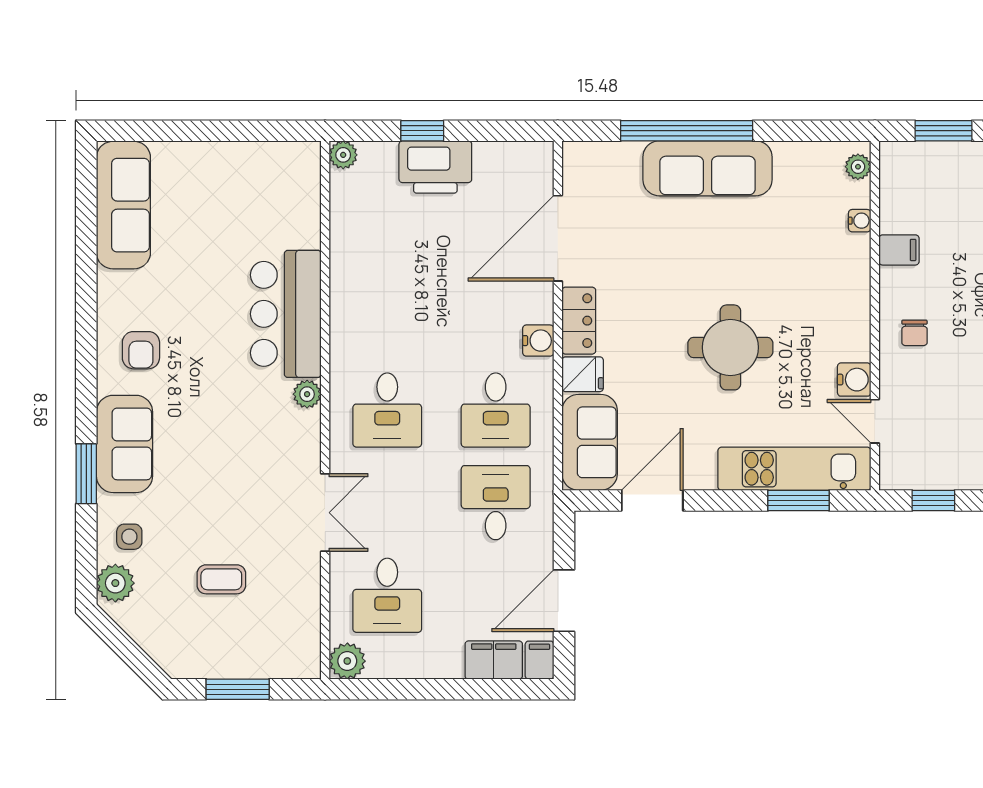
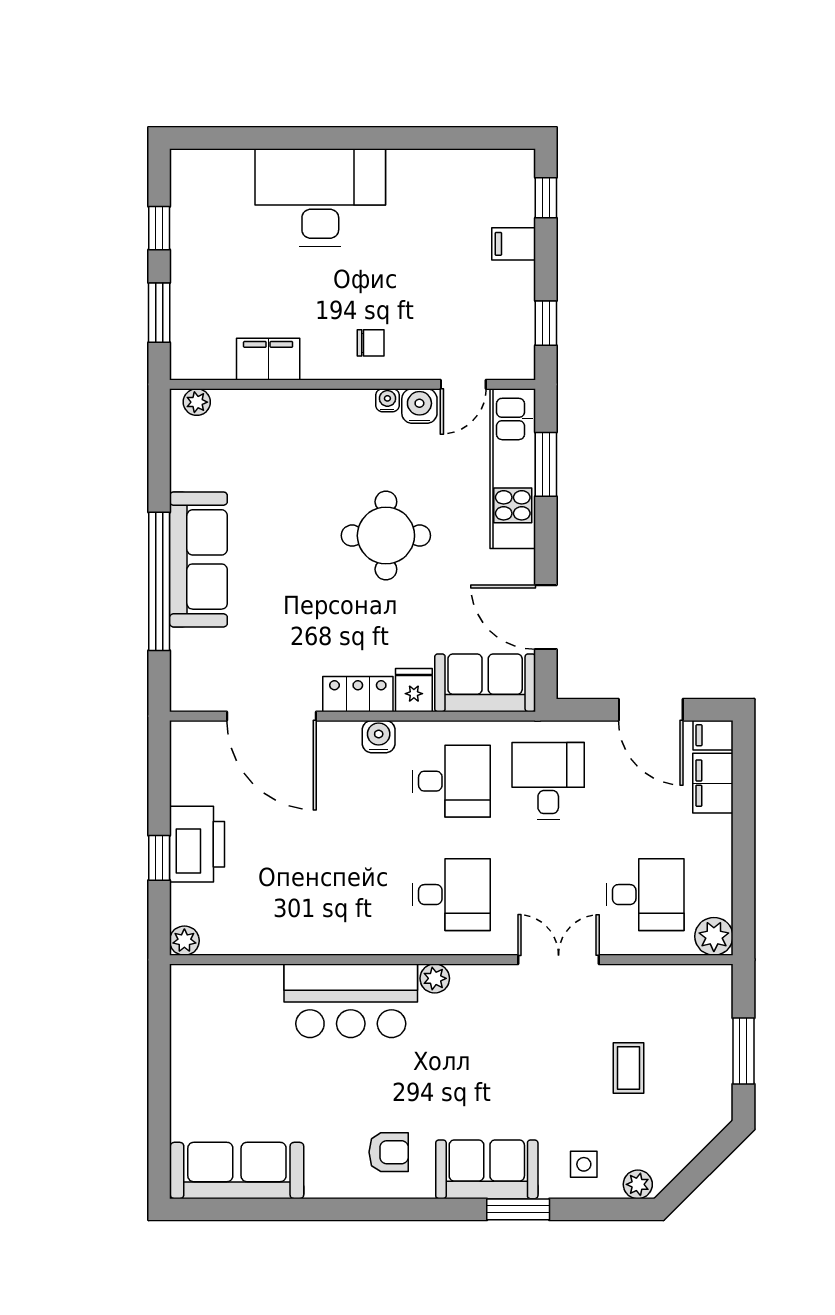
water cooler: (860, 221) -> (387, 400), moved
filing cabinet: (899, 250) -> (268, 359), width x2.00
desk: (496, 503) -> (548, 781), turned 90
plant: (115, 583) -> (638, 1184), width x0.73, depth x0.73

